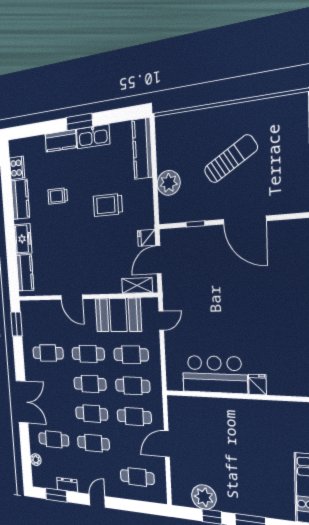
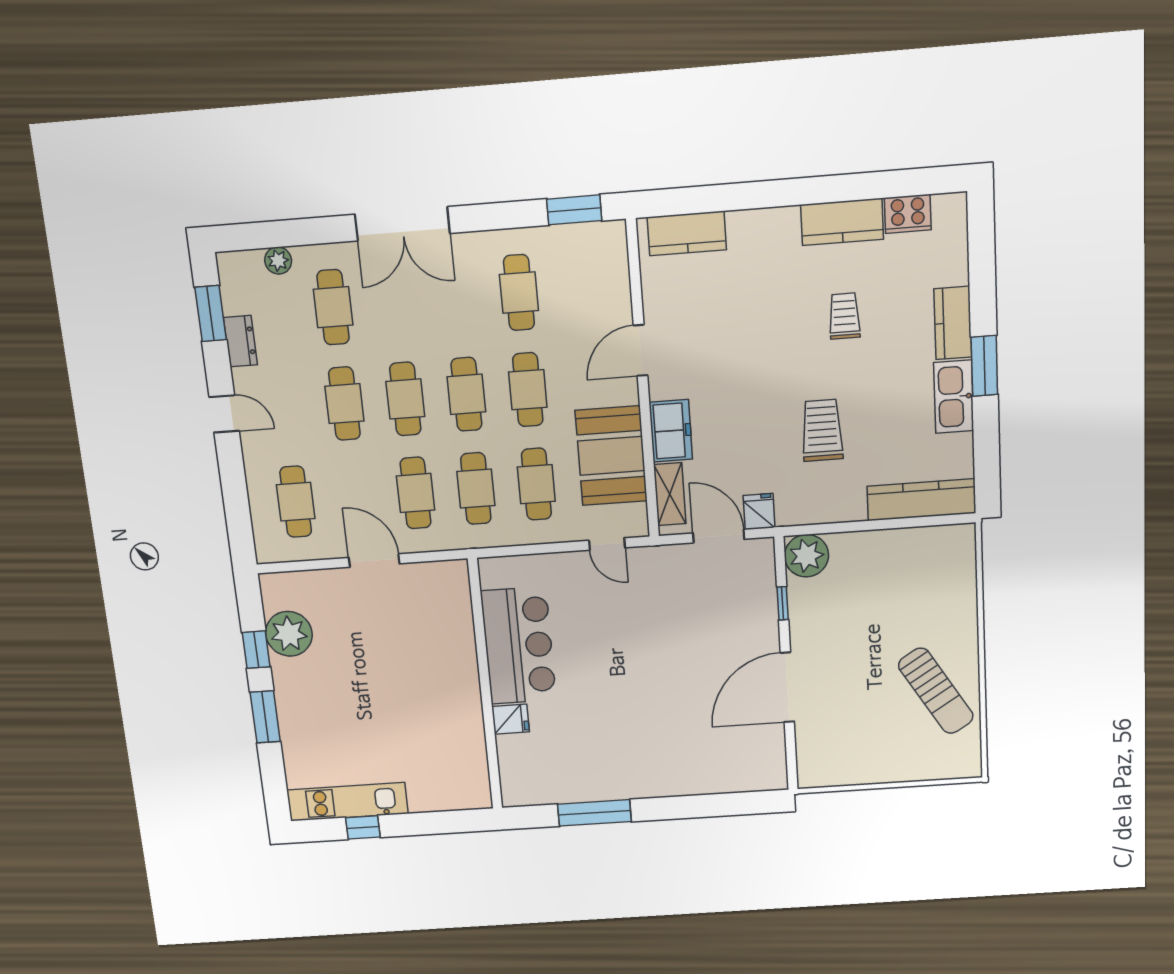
sun lounger: (231, 159) -> (936, 691), moved
plant: (169, 183) -> (807, 556), moved
freezer: (23, 239) -> (671, 431), moved, turned -90

